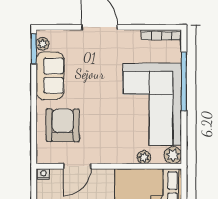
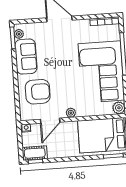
armchair: (63, 125) -> (38, 92), turned 90
plant: (144, 157) -> (71, 113), moved

